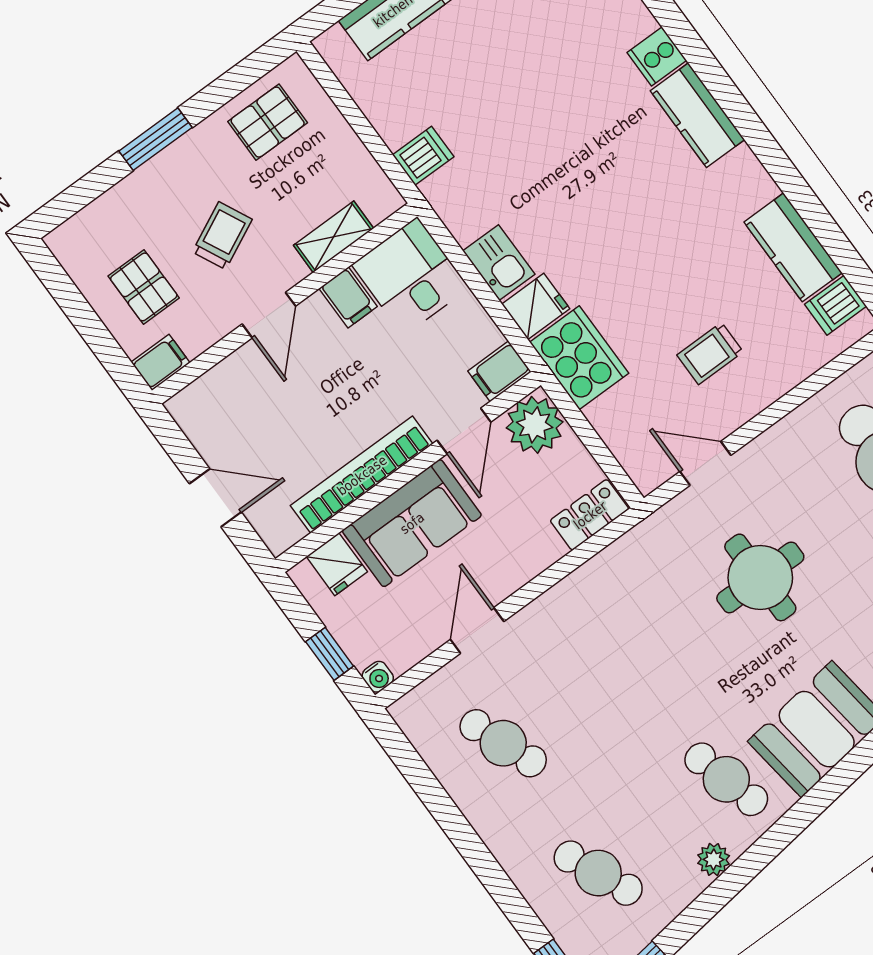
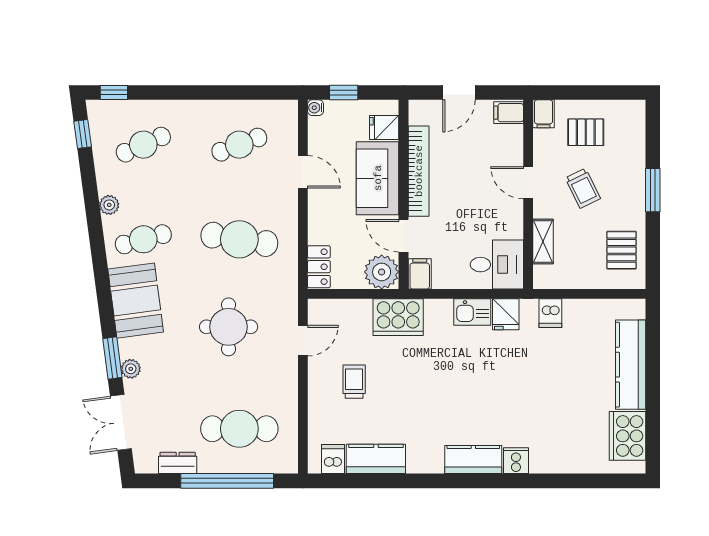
filing cabinet: (348, 297) -> (509, 113), moved
fridge: (536, 306) -> (506, 314), moved
cafe table: (631, 649) -> (239, 239), added

